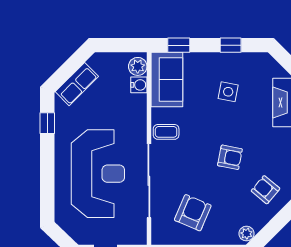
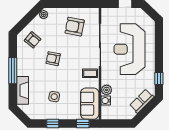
plant: (138, 66) -> (107, 90), moved
armchair: (193, 213) -> (75, 27), turned 78

